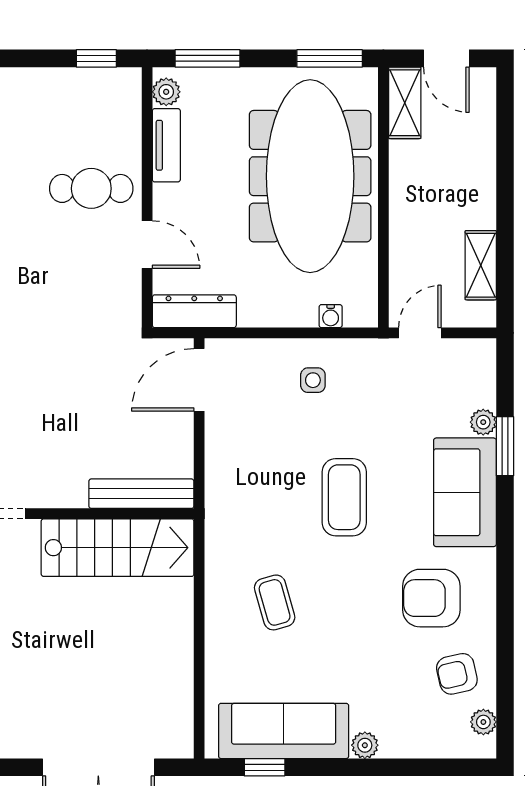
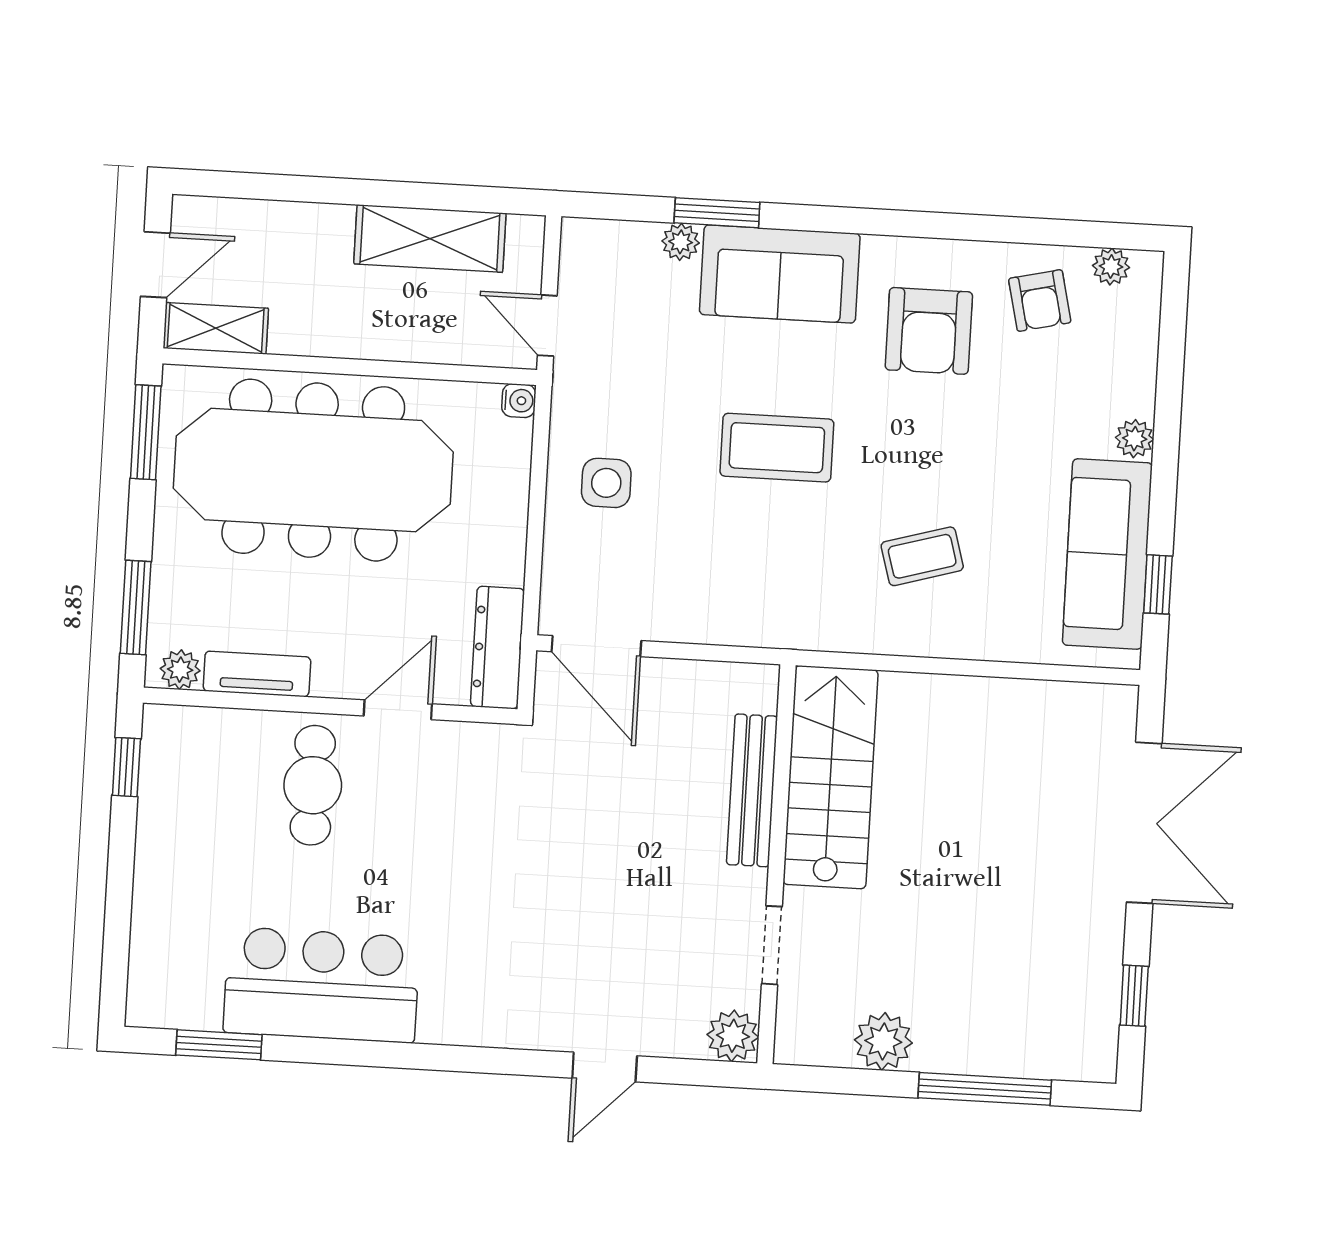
shelving: (481, 265) -> (430, 238), width x1.50, depth x1.33
water cooler: (331, 316) -> (519, 401), moved
side table: (313, 380) -> (606, 483), width x1.37, depth x1.37
bench: (141, 494) -> (752, 790), moved

